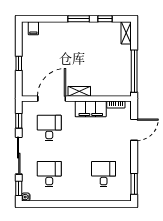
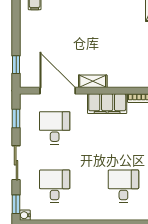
window: (19, 63) -> (16, 65), moved
door: (52, 99) -> (58, 91), hinge flipped
sliding door: (19, 156) -> (16, 163), width x0.73

